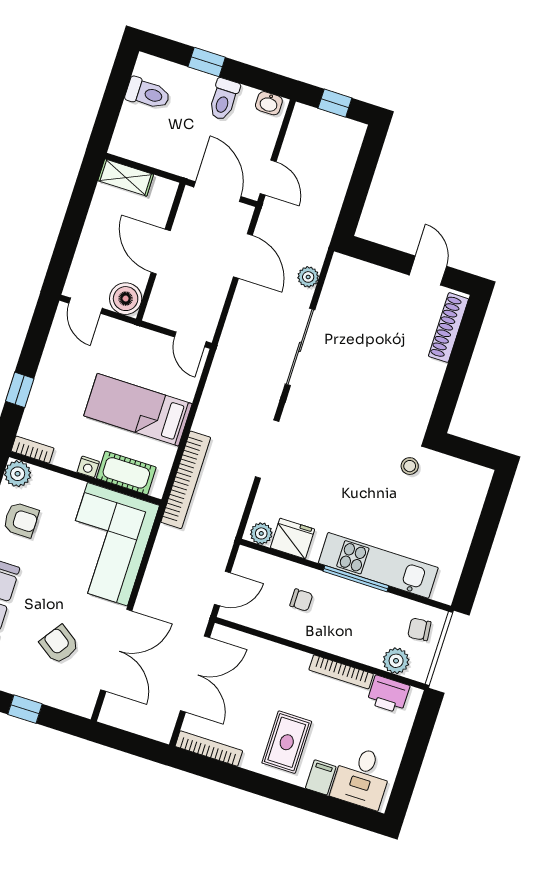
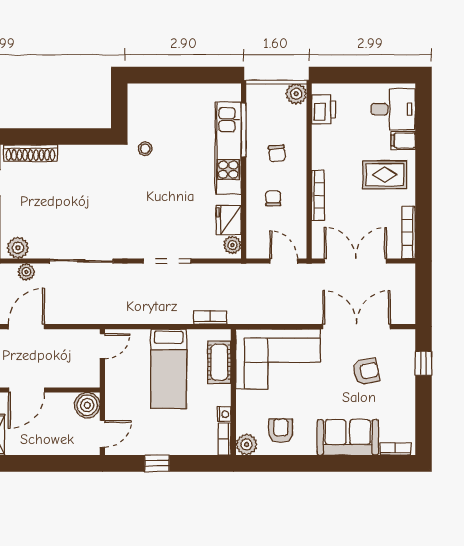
door: (161, 252) -> (26, 390), moved
plant: (340, 276) -> (18, 248), added
window: (20, 390) -> (157, 463), moved
nightstand: (88, 467) -> (224, 414), moved
bookcase: (186, 480) -> (210, 317), width x0.43, depth x0.76
window: (356, 579) -> (244, 130), moved
chair: (419, 629) -> (277, 153), moved
armchair: (59, 644) -> (366, 371), turned -136
plant: (396, 661) -> (296, 94), moved
bookcase: (341, 672) -> (318, 195), moved
window: (25, 709) -> (423, 363), moved

